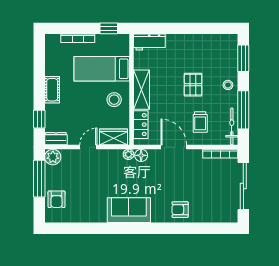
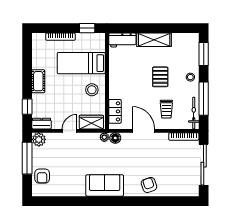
shelving: (142, 90) -> (154, 40), moved, turned 90
armchair: (180, 210) -> (149, 185), turned 71

